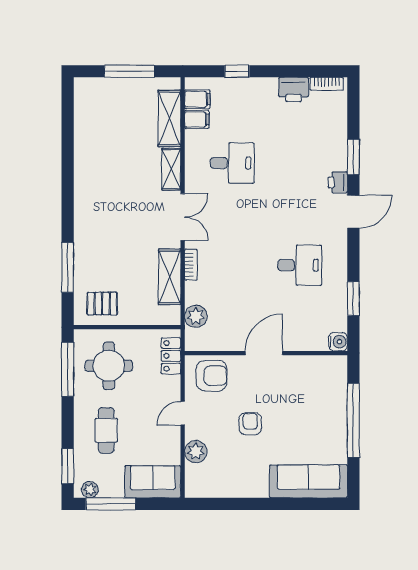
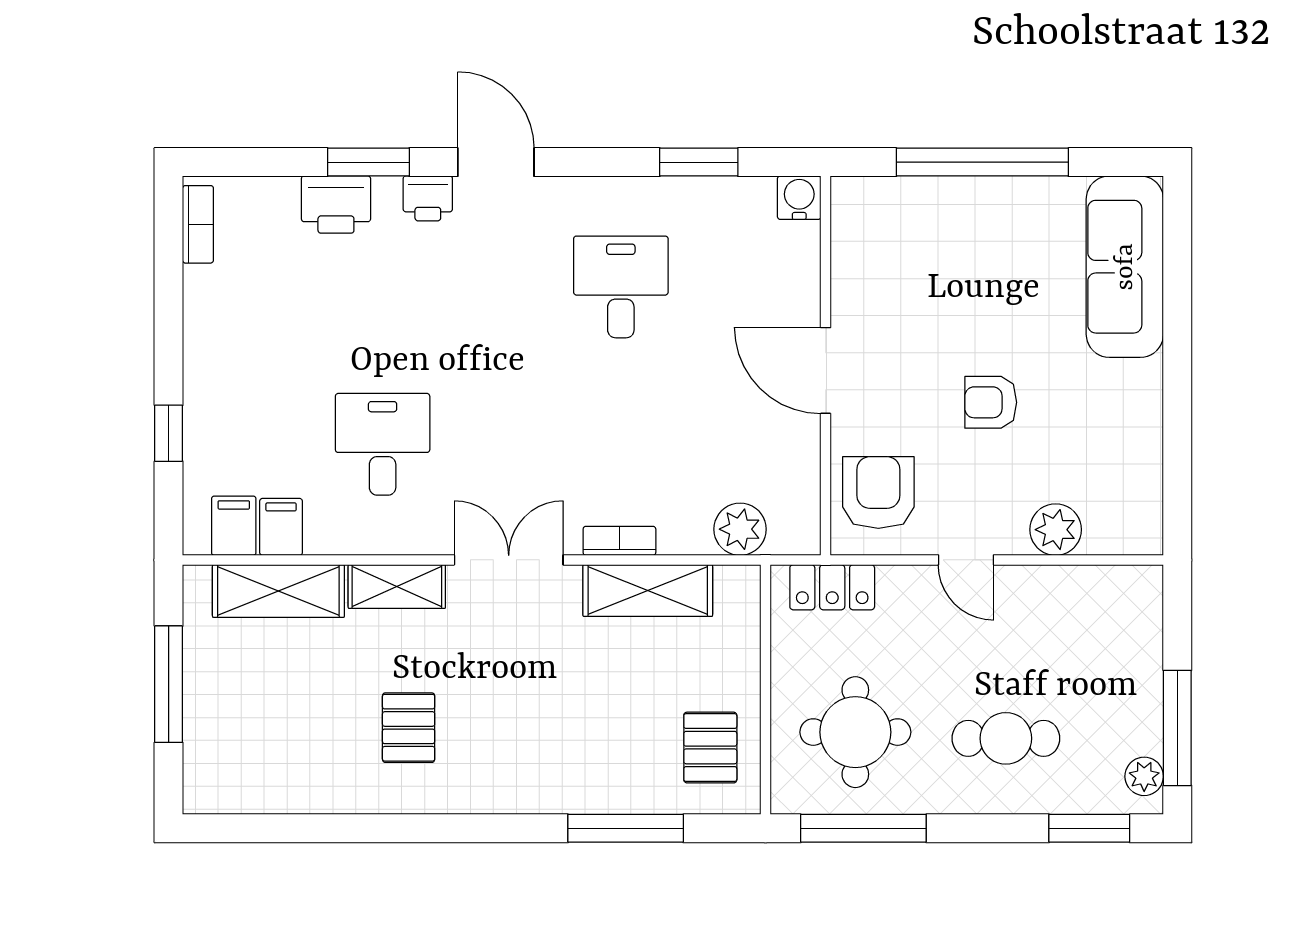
printer: (294, 89) -> (336, 205), moved, turned 90
pallet: (111, 174) -> (409, 728), added
sofa: (153, 482) -> (1126, 630), removed

